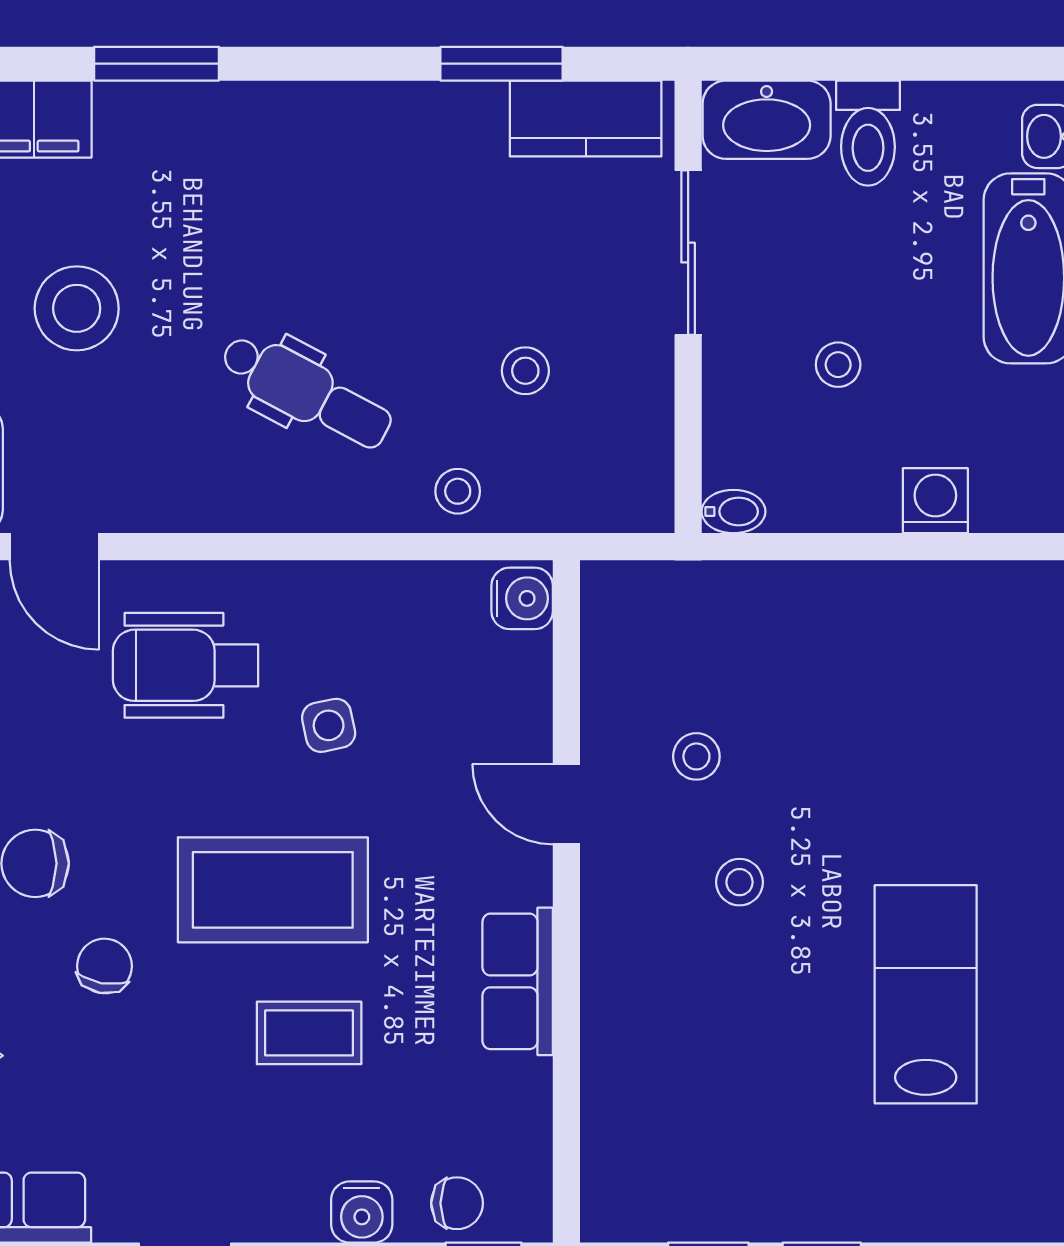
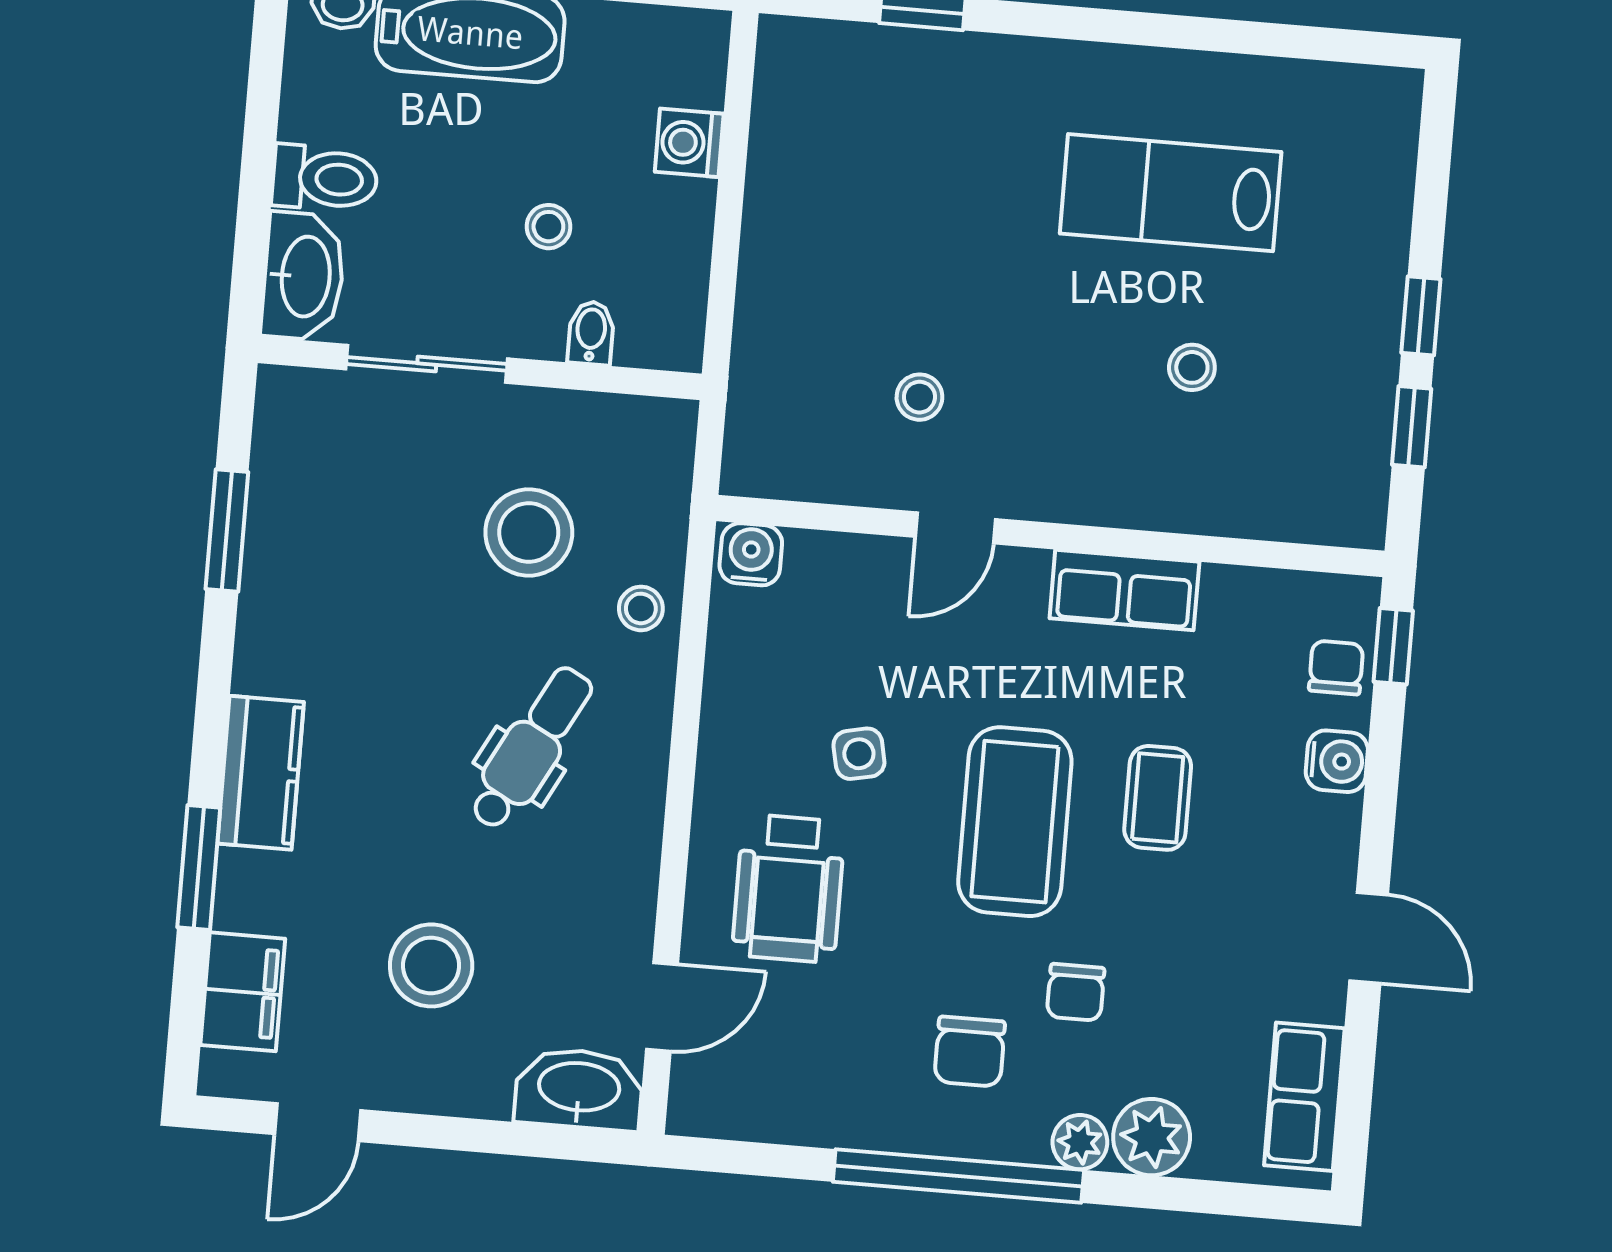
kitchen counter: (586, 118) -> (261, 773), moved
stool: (525, 371) -> (529, 532), width x1.89, depth x1.89
bidet: (733, 511) -> (591, 333), moved
stool: (740, 882) -> (1192, 367), moved
chair: (104, 966) -> (1076, 992), turned -100

